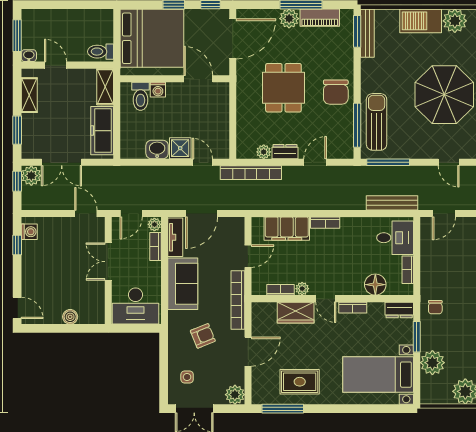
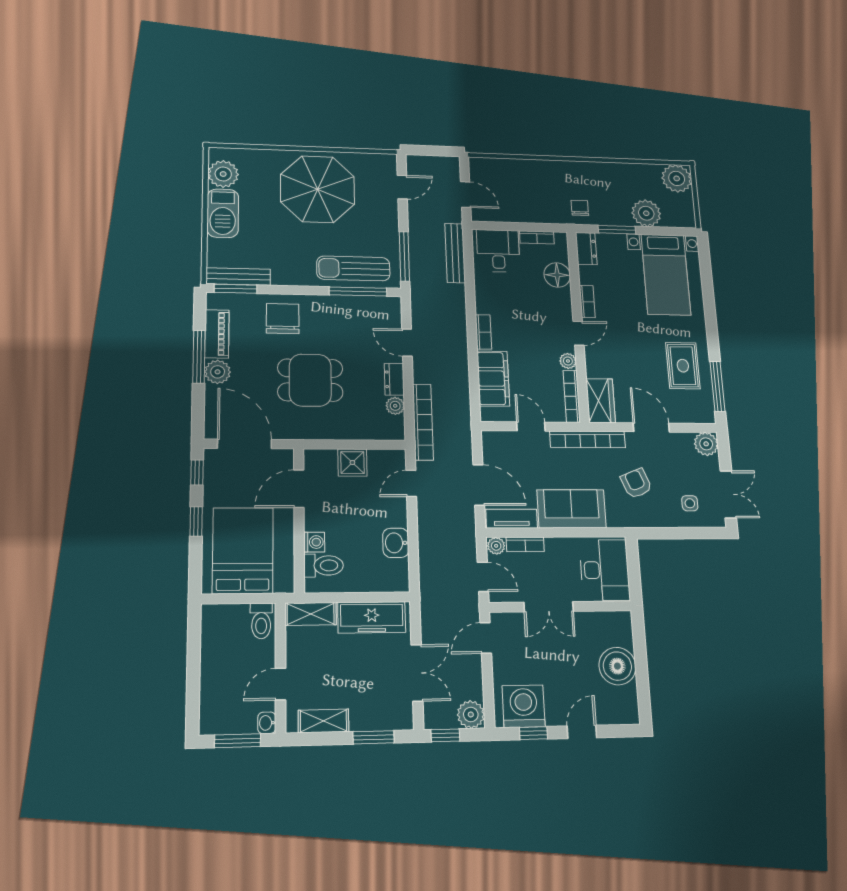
bed: (152, 38) -> (243, 551), width x0.73
chair: (336, 92) -> (283, 319), moved, turned -90
shower: (180, 148) -> (352, 463), moved
plant: (31, 176) -> (471, 714), moved
washing machine: (29, 232) -> (524, 706), width x1.89, depth x1.89
bookcase: (281, 290) -> (572, 396), width x1.56
chair: (435, 307) -> (580, 208), turned -90
door: (17, 308) -> (582, 732), moved
wardrobe: (296, 313) -> (601, 401), moved
boiler: (70, 317) -> (617, 666), width x1.86, depth x1.86

